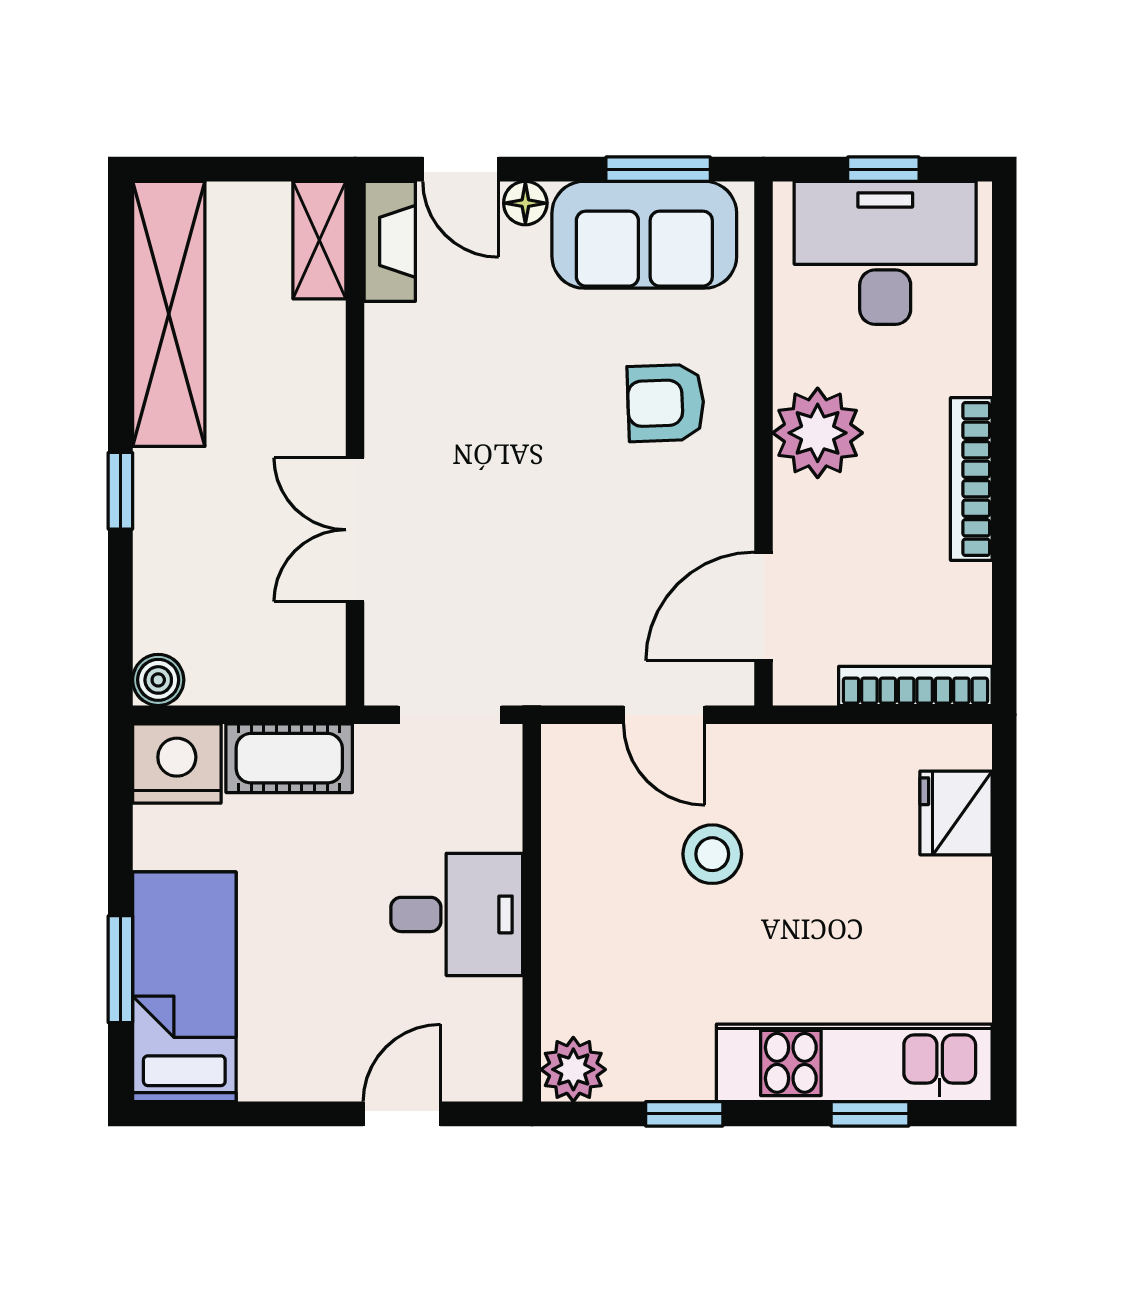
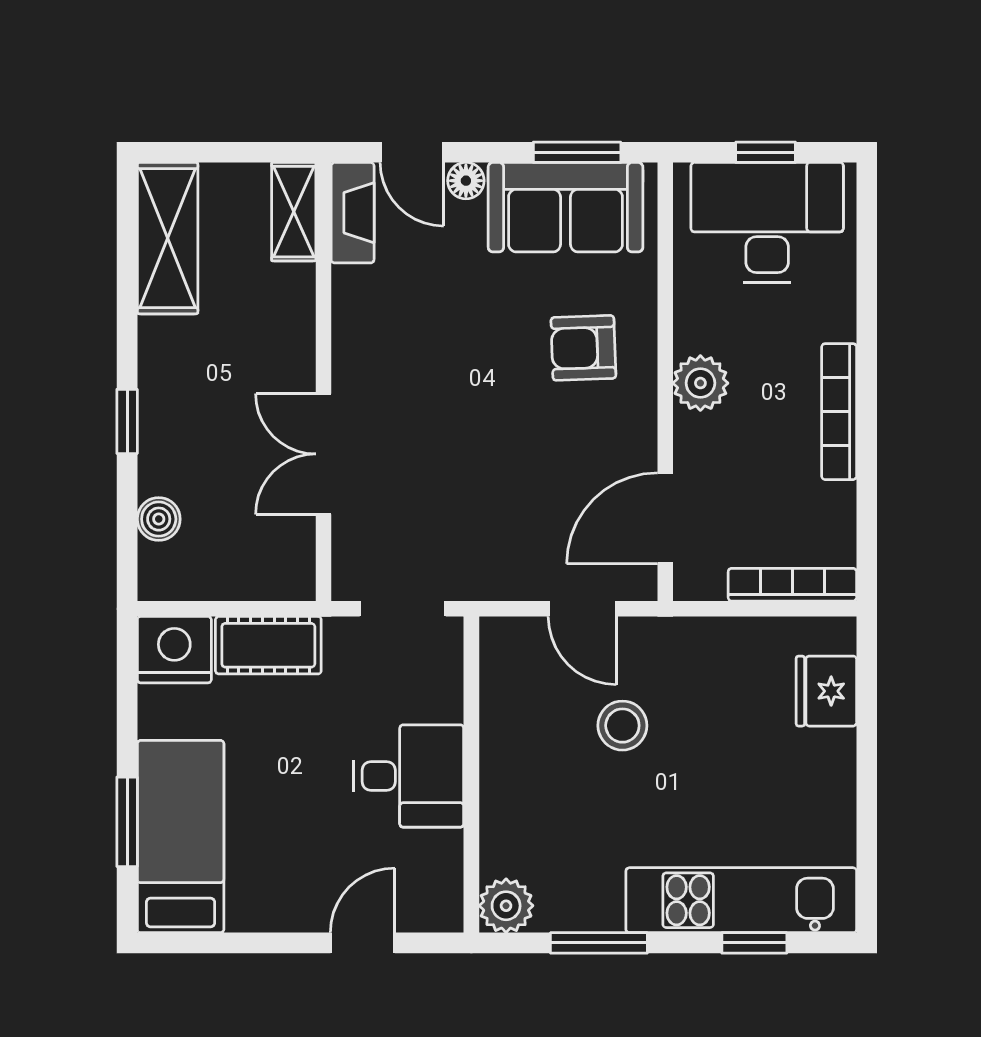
shelving: (169, 314) -> (168, 238), width x0.68
plant: (818, 433) -> (700, 383), width x0.73, depth x0.73
boiler: (158, 680) -> (159, 519), moved
window: (684, 1114) -> (599, 943), width x1.50

